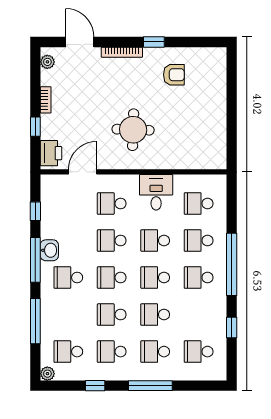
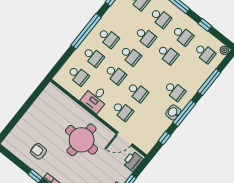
round table: (133, 130) -> (82, 140), width x1.36, depth x1.36
school desk: (112, 278) -> (153, 73), removed

